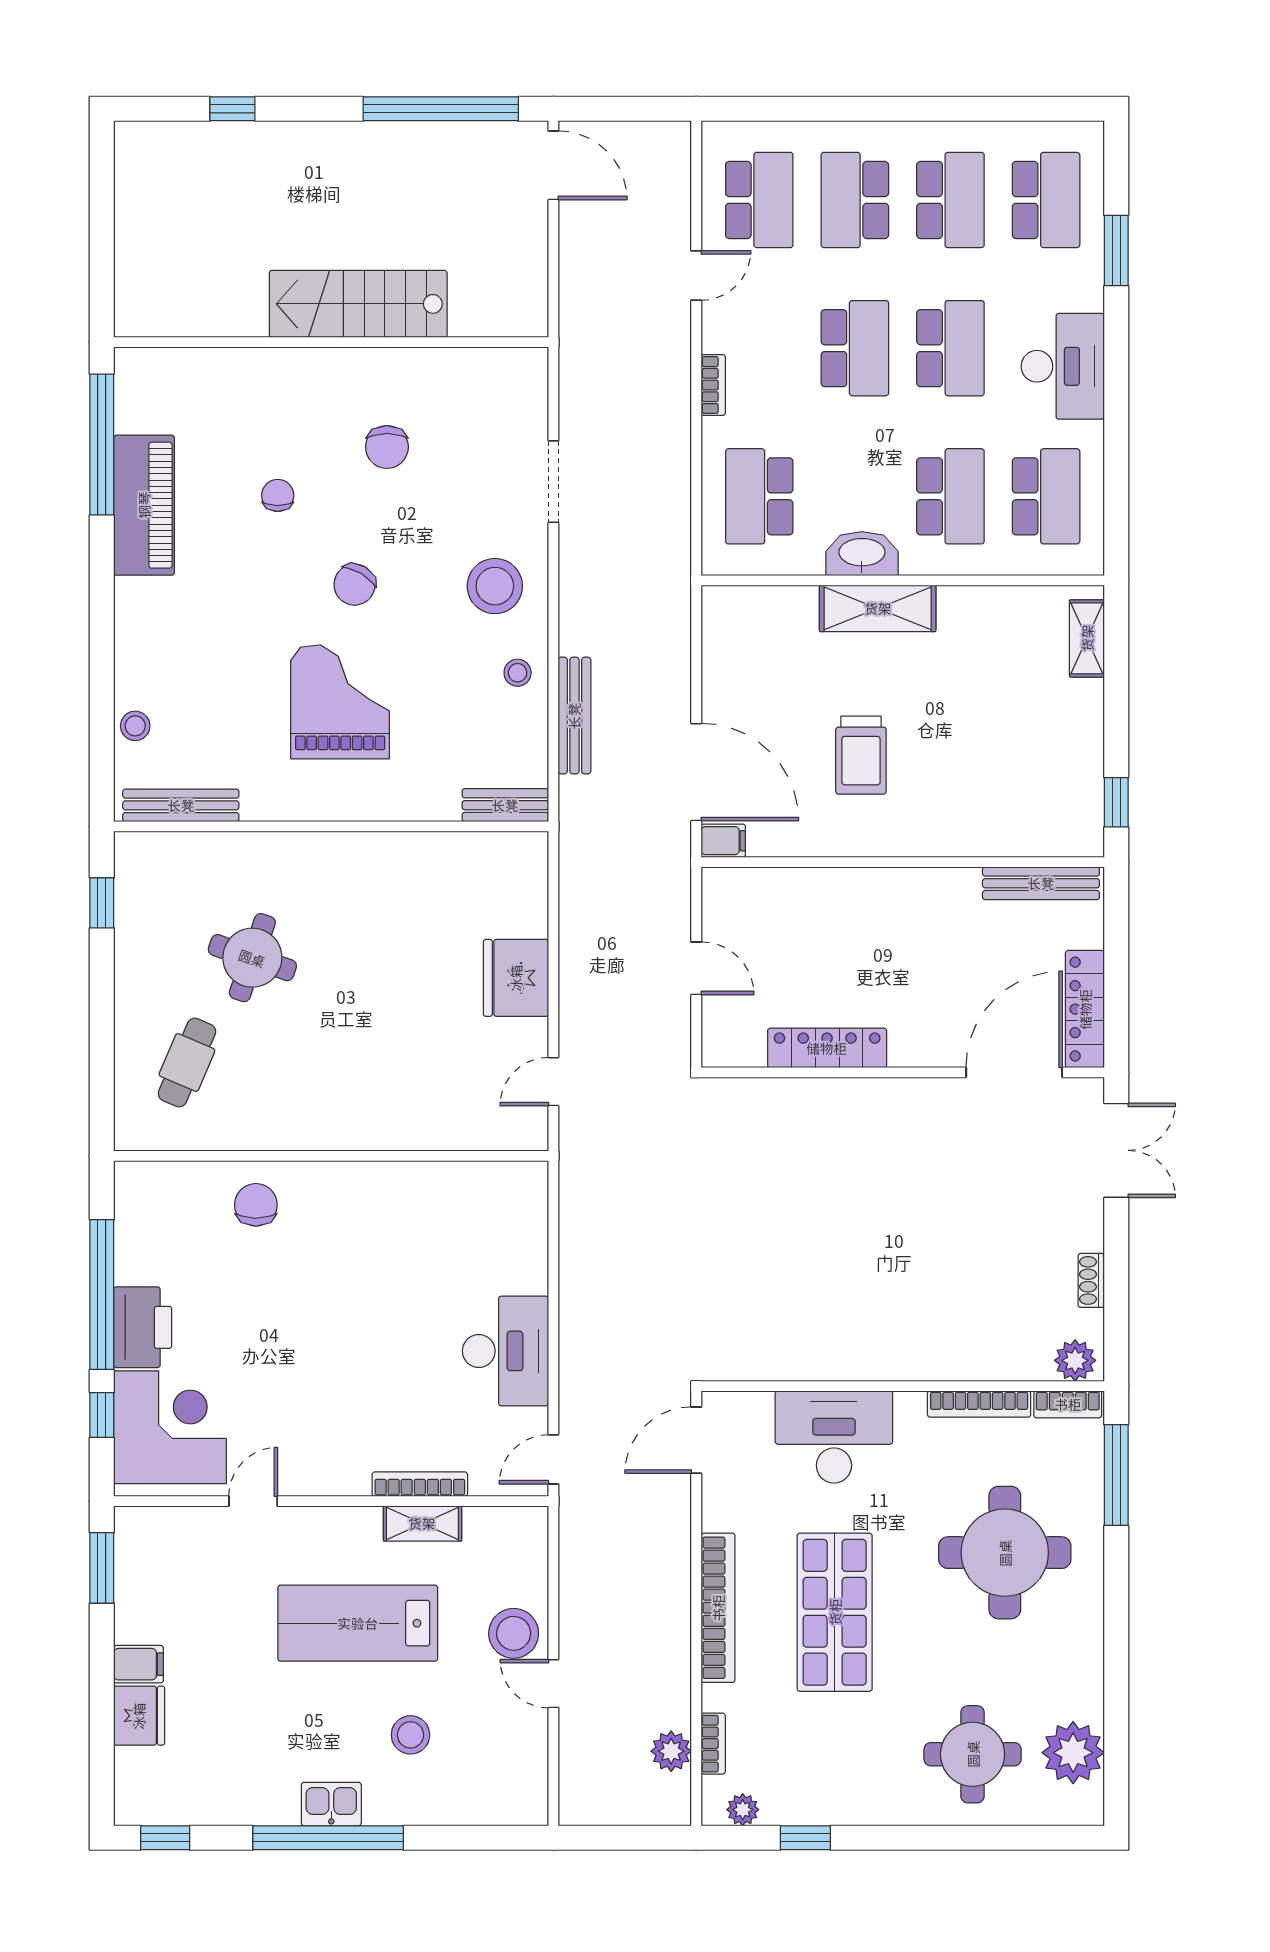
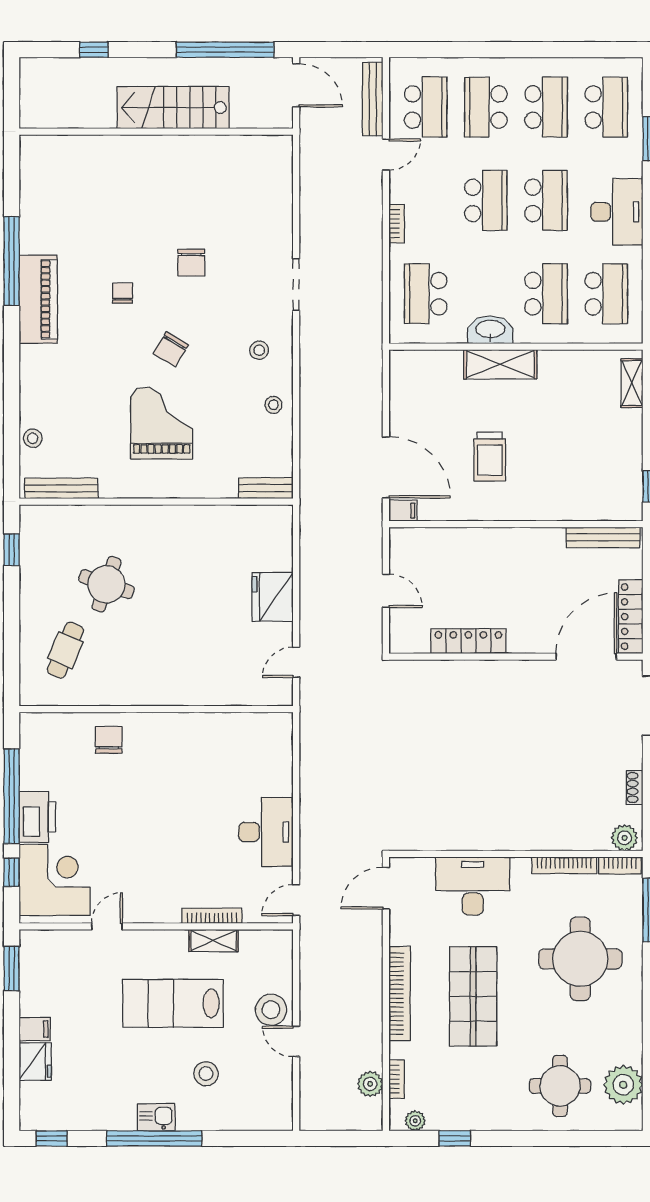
stairs: (358, 304) -> (173, 108), moved
wall: (331, 342) -> (156, 132), moved
stool: (495, 586) -> (259, 350), width x0.53, depth x0.53
bench: (574, 716) -> (373, 99), moved

